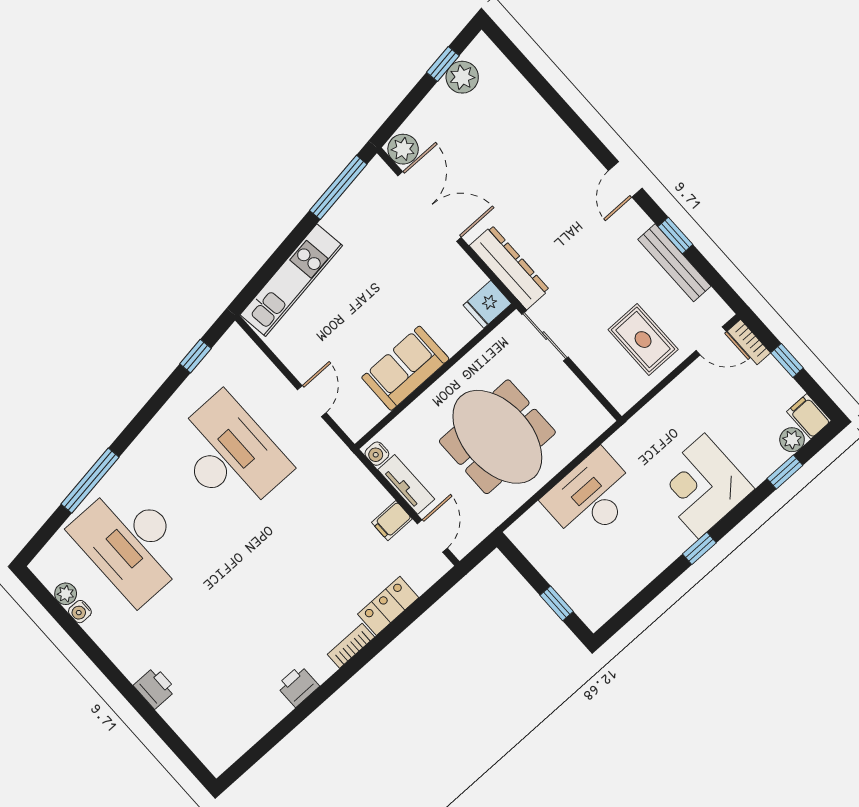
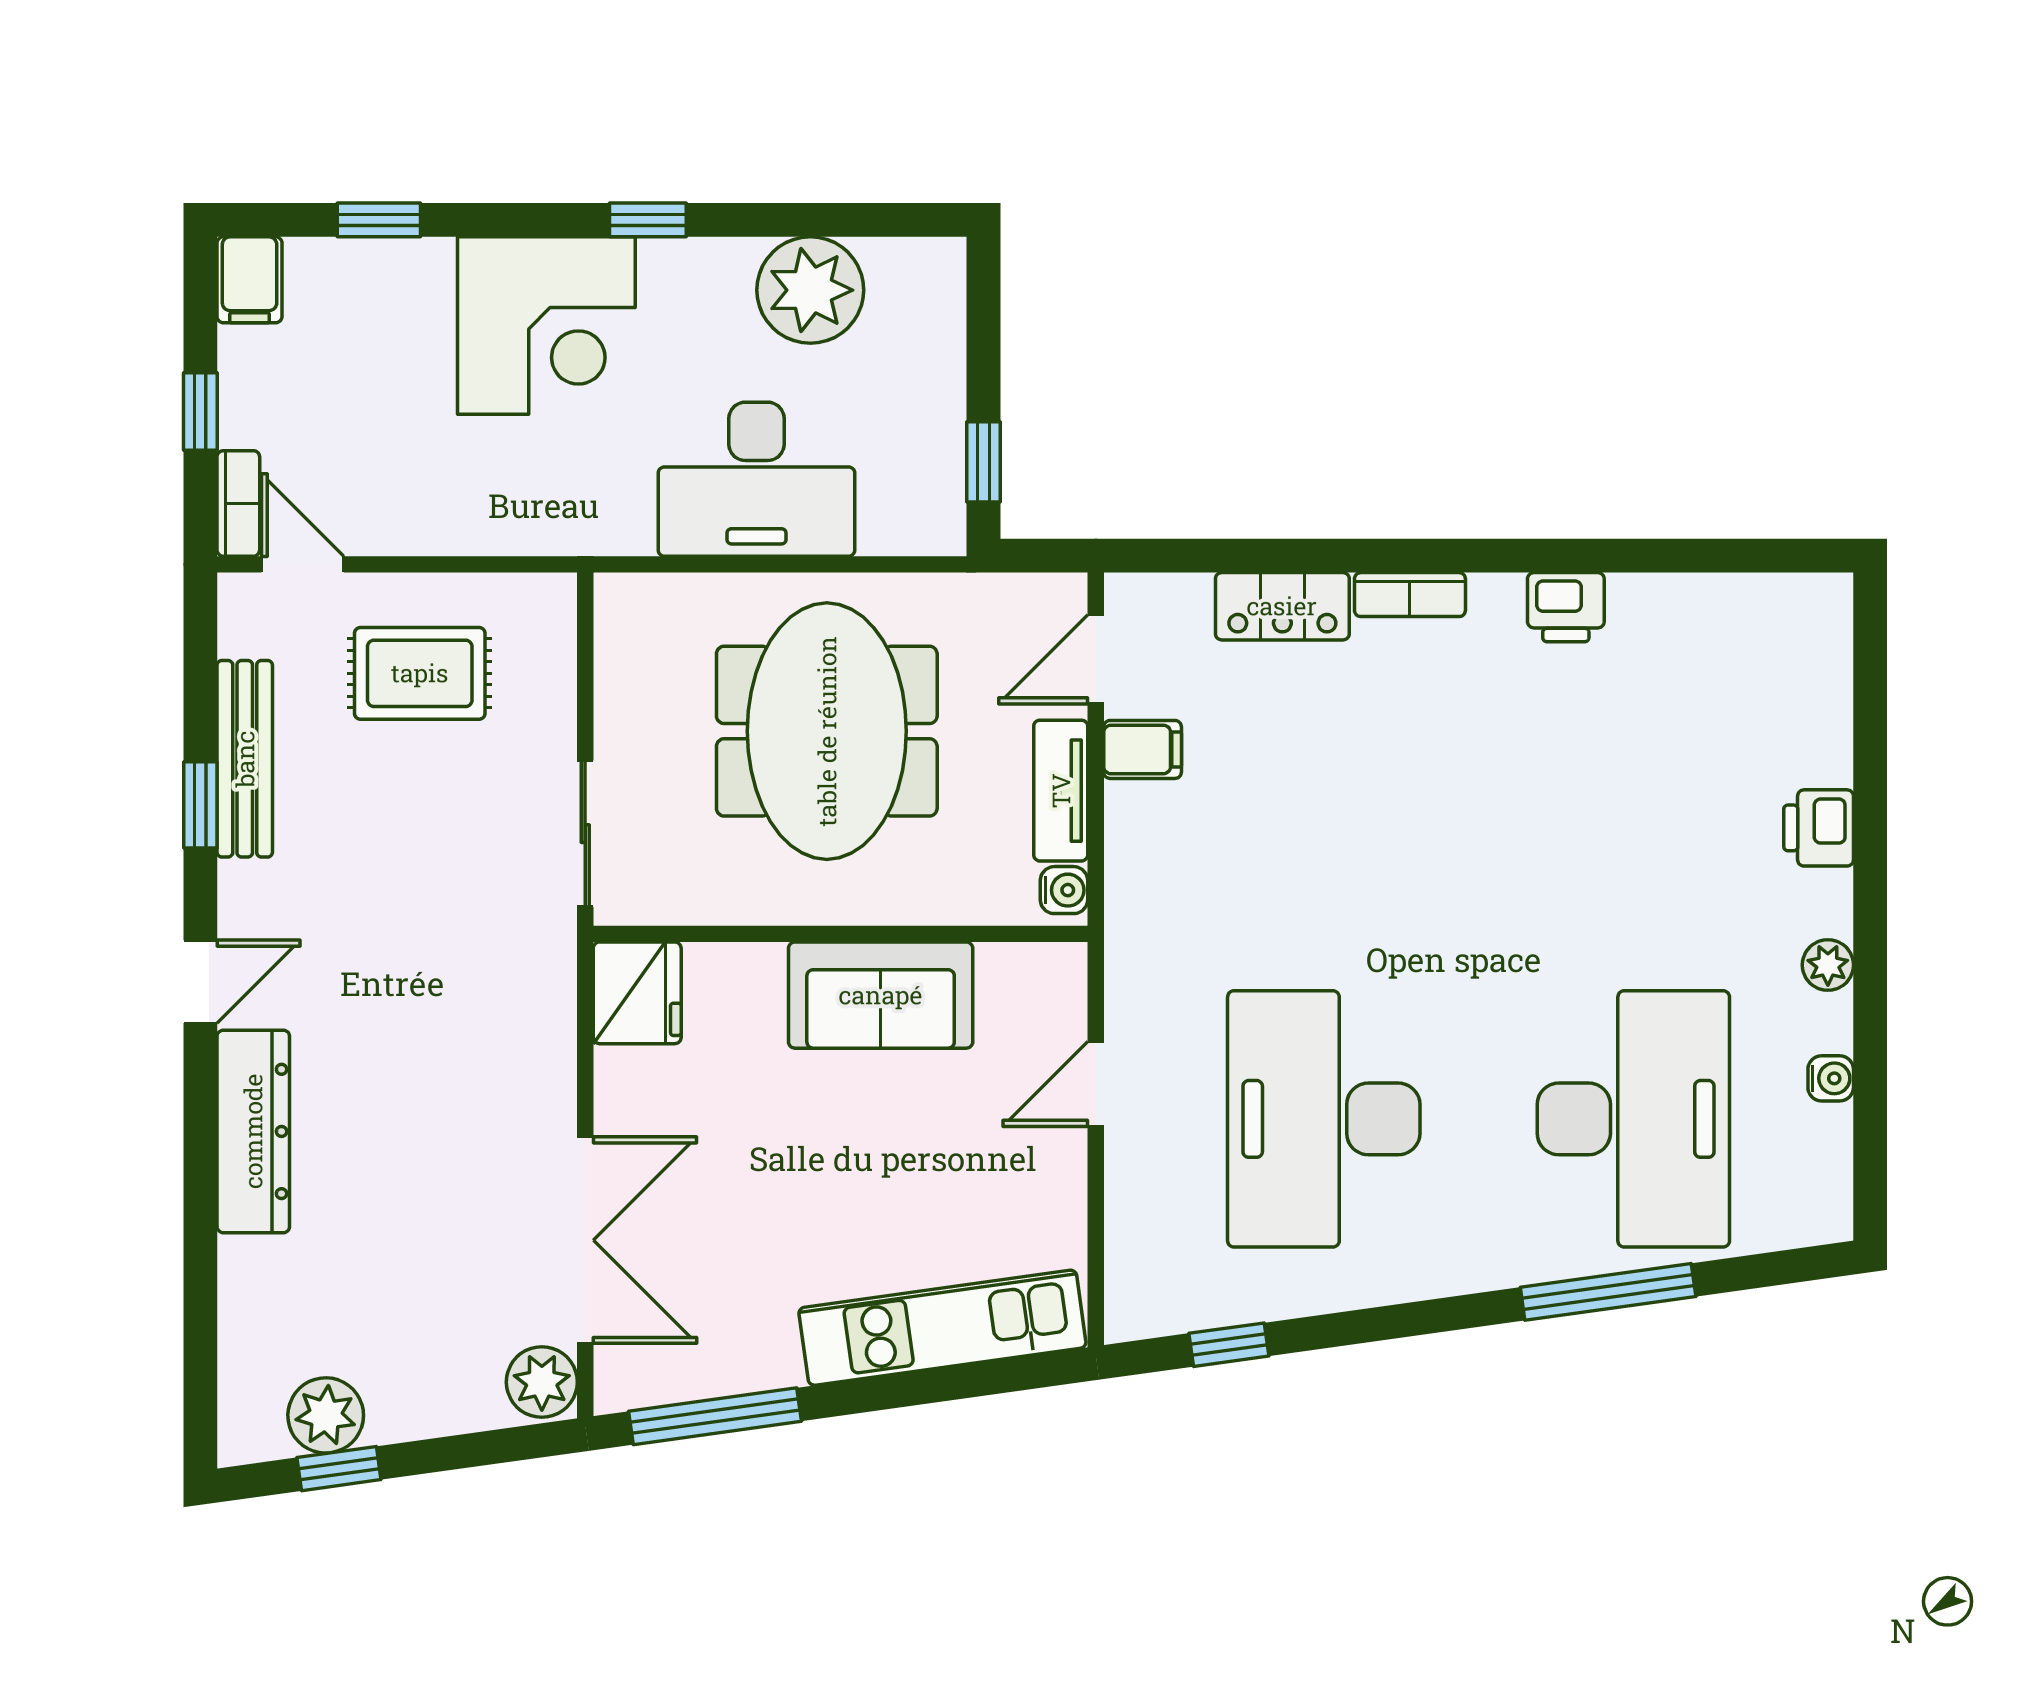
double door: (430, 207) -> (585, 1240), swing flipped
dresser: (509, 268) -> (253, 1131), moved, turned 180
fridge: (487, 304) -> (637, 993), width x1.38
rug: (643, 340) -> (420, 673), turned 90
plant: (792, 440) -> (810, 290), moved, width x1.88, depth x1.88
plant: (66, 594) -> (1828, 965), moved
window: (557, 603) -> (984, 462), moved

